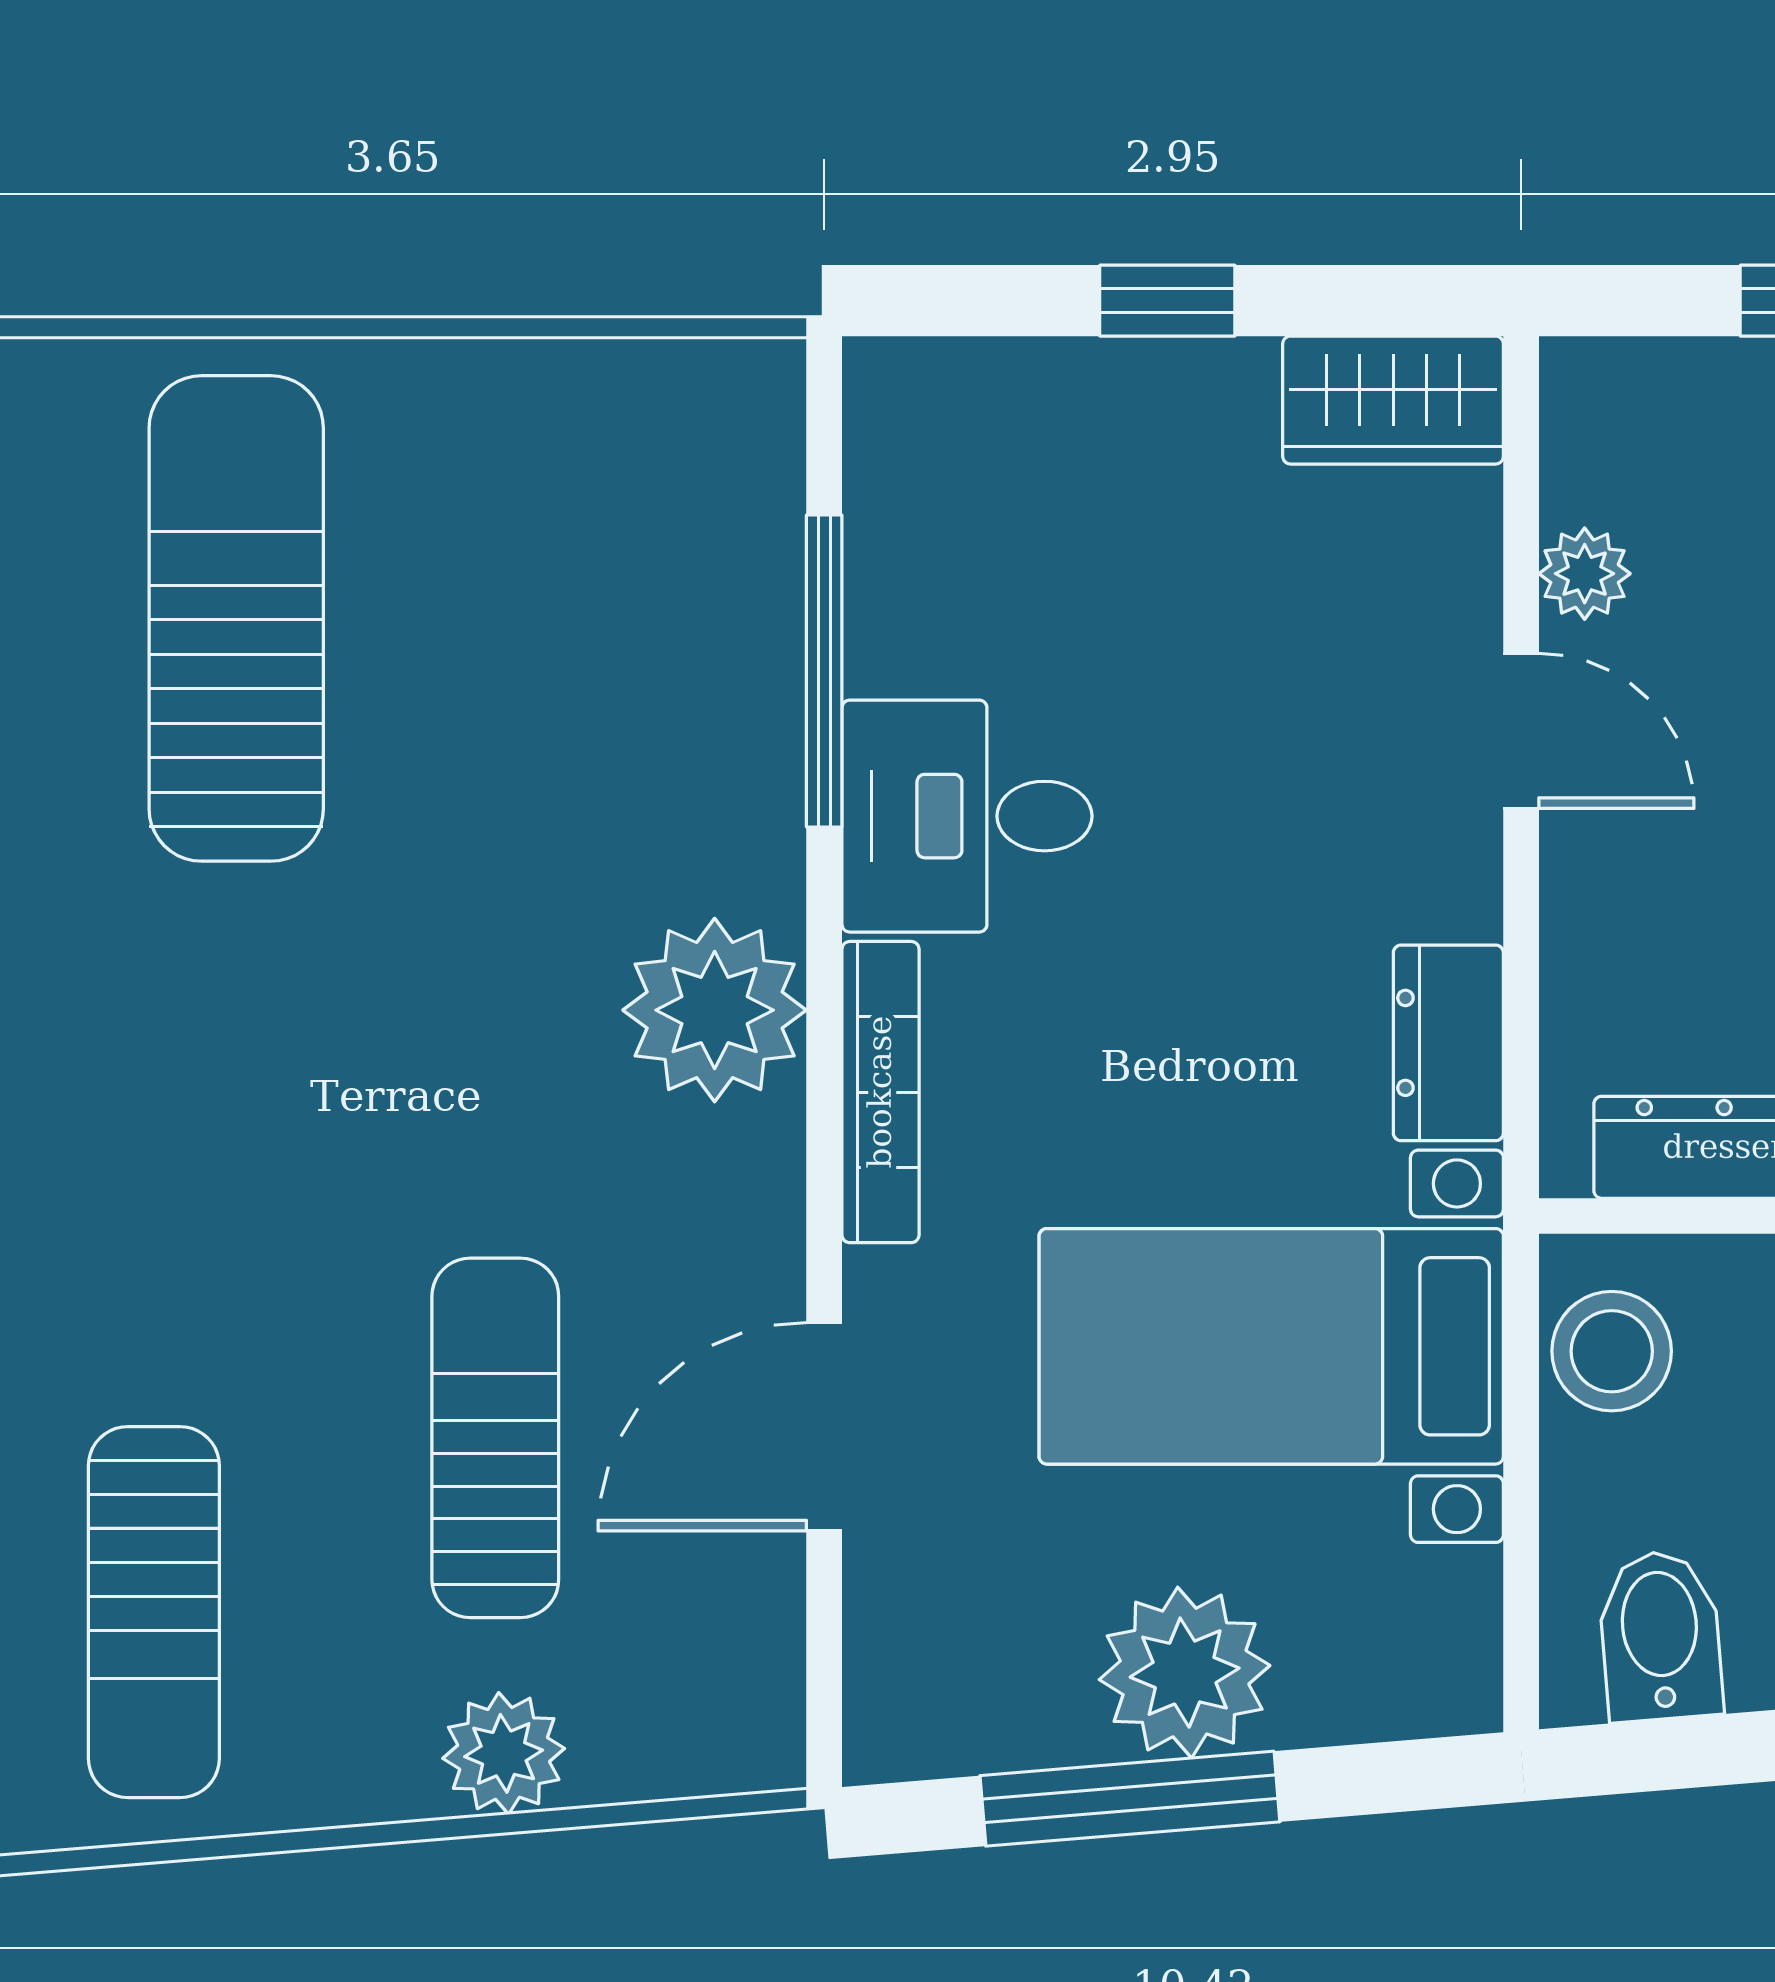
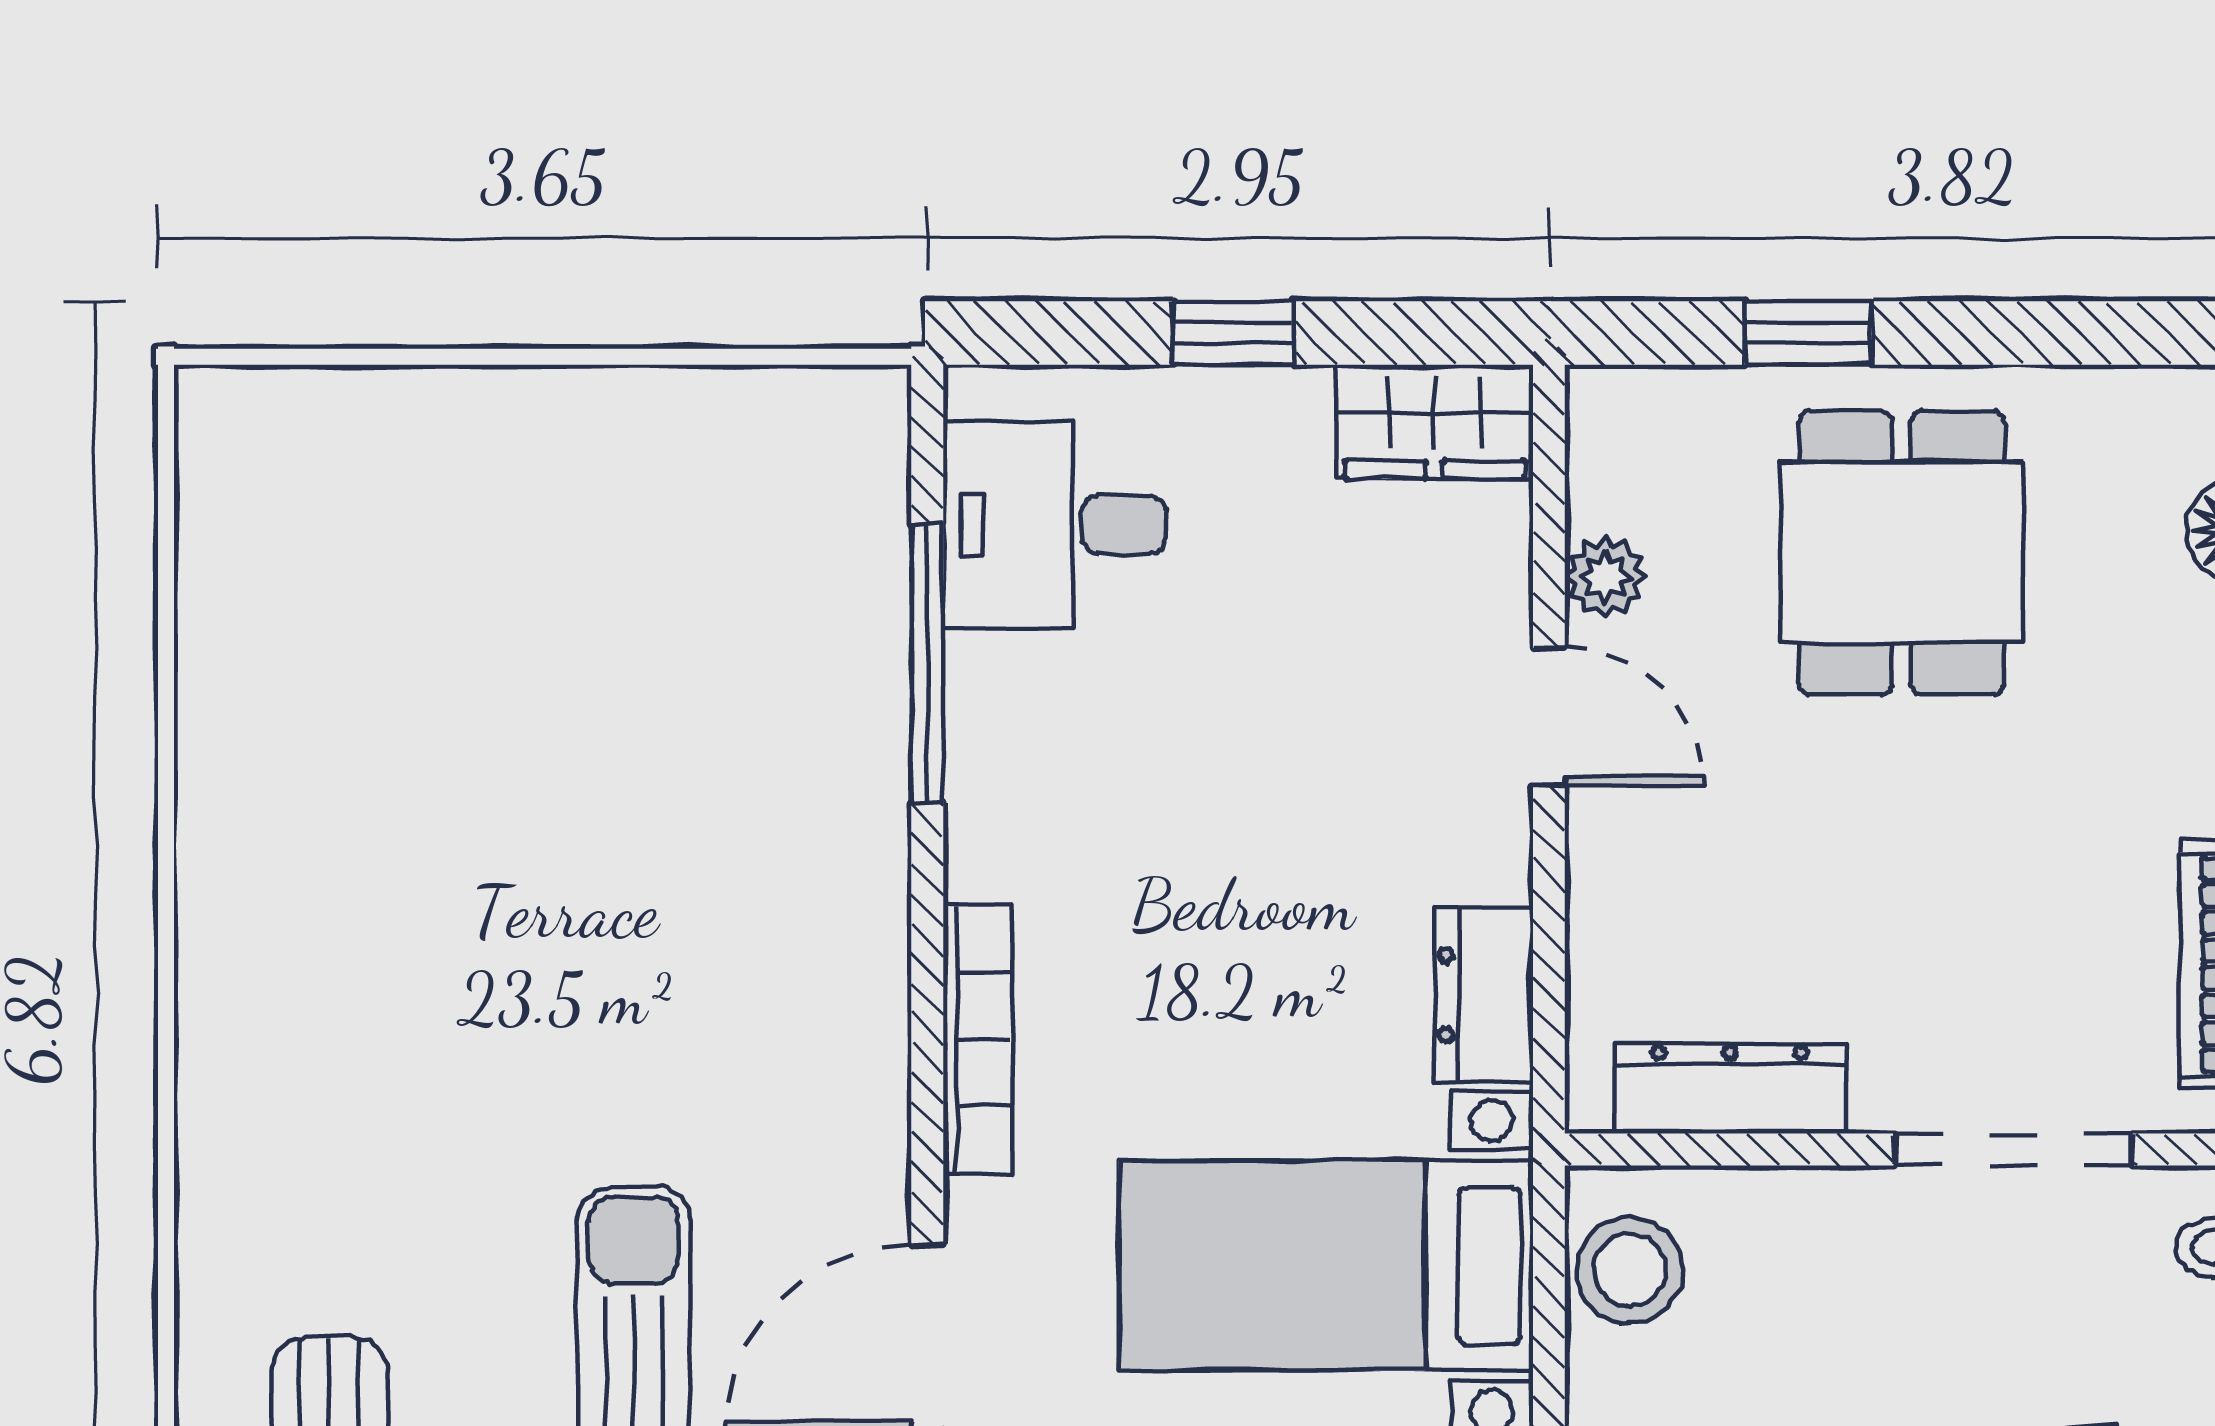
sun lounger: (236, 618) -> (403, 617), removed
desk: (967, 816) -> (1055, 525), moved
plant: (715, 1010) -> (829, 966), removed

